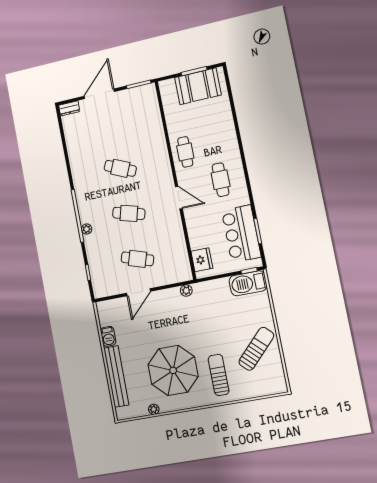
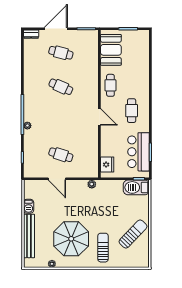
booth: (198, 86) -> (111, 50), moved, turned 90
cafe table: (129, 213) -> (61, 53), moved
door: (138, 292) -> (57, 179), hinge flipped

